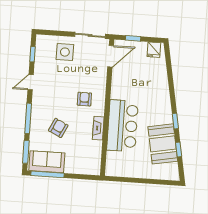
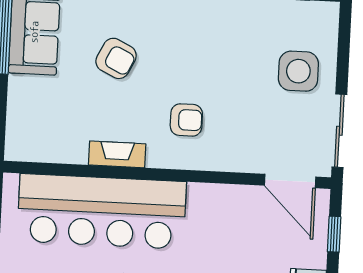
bar counter: (123, 126) -> (102, 211), width x1.36

